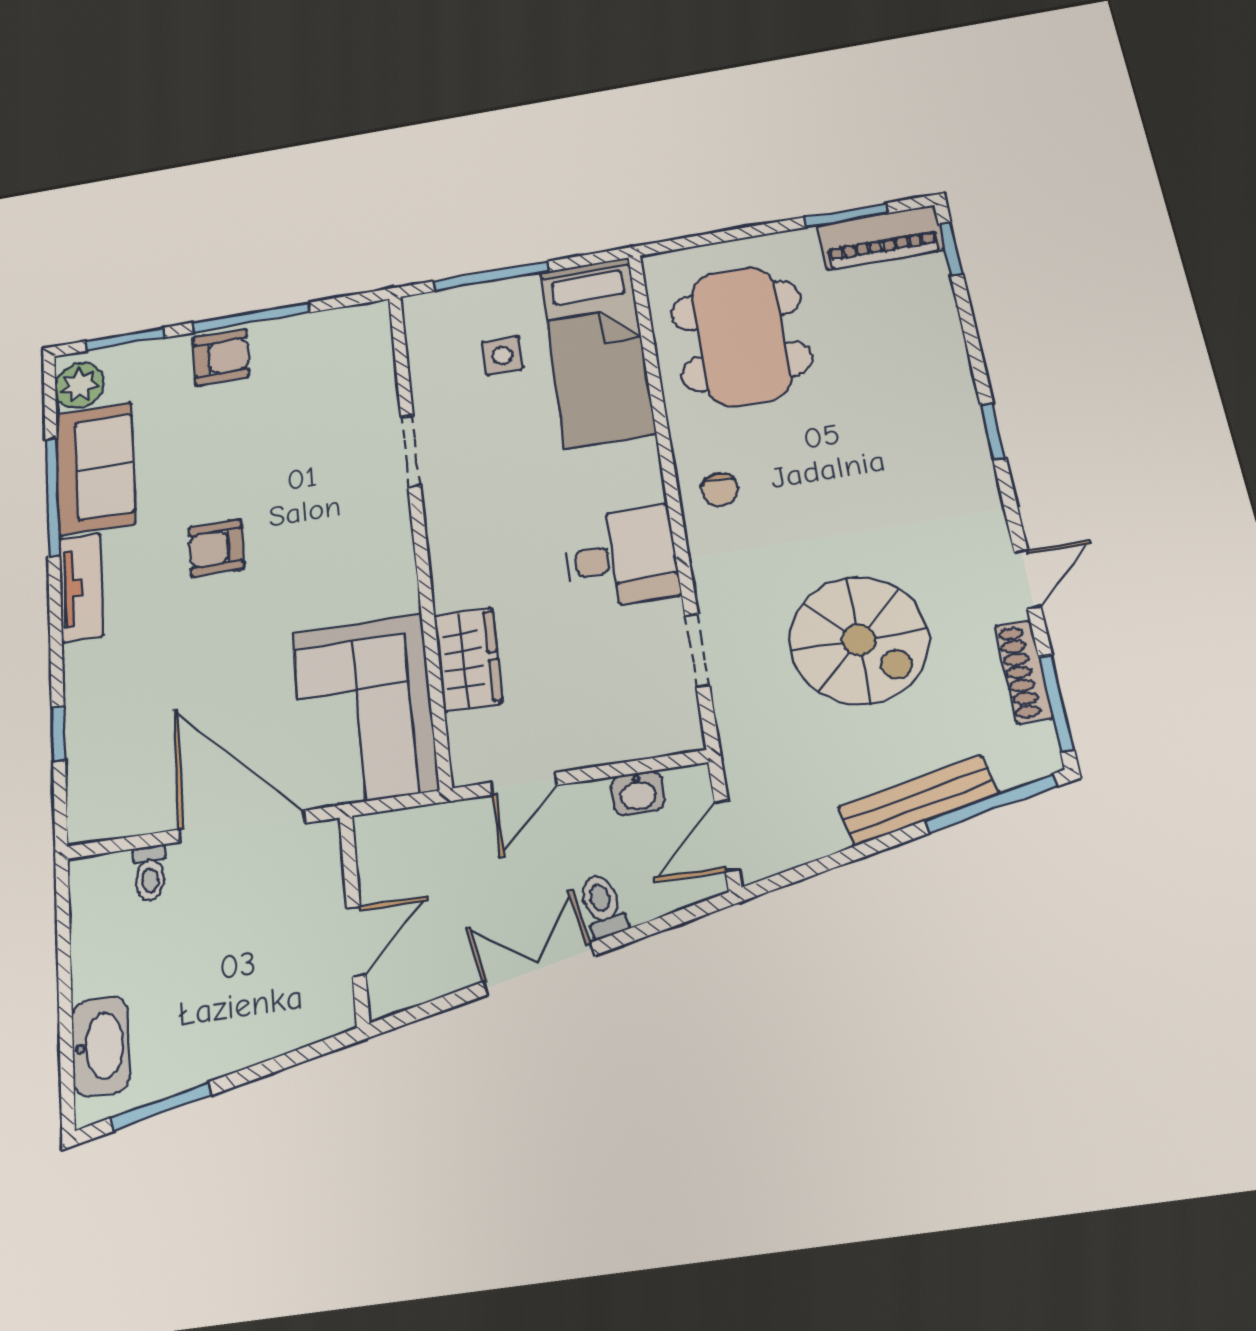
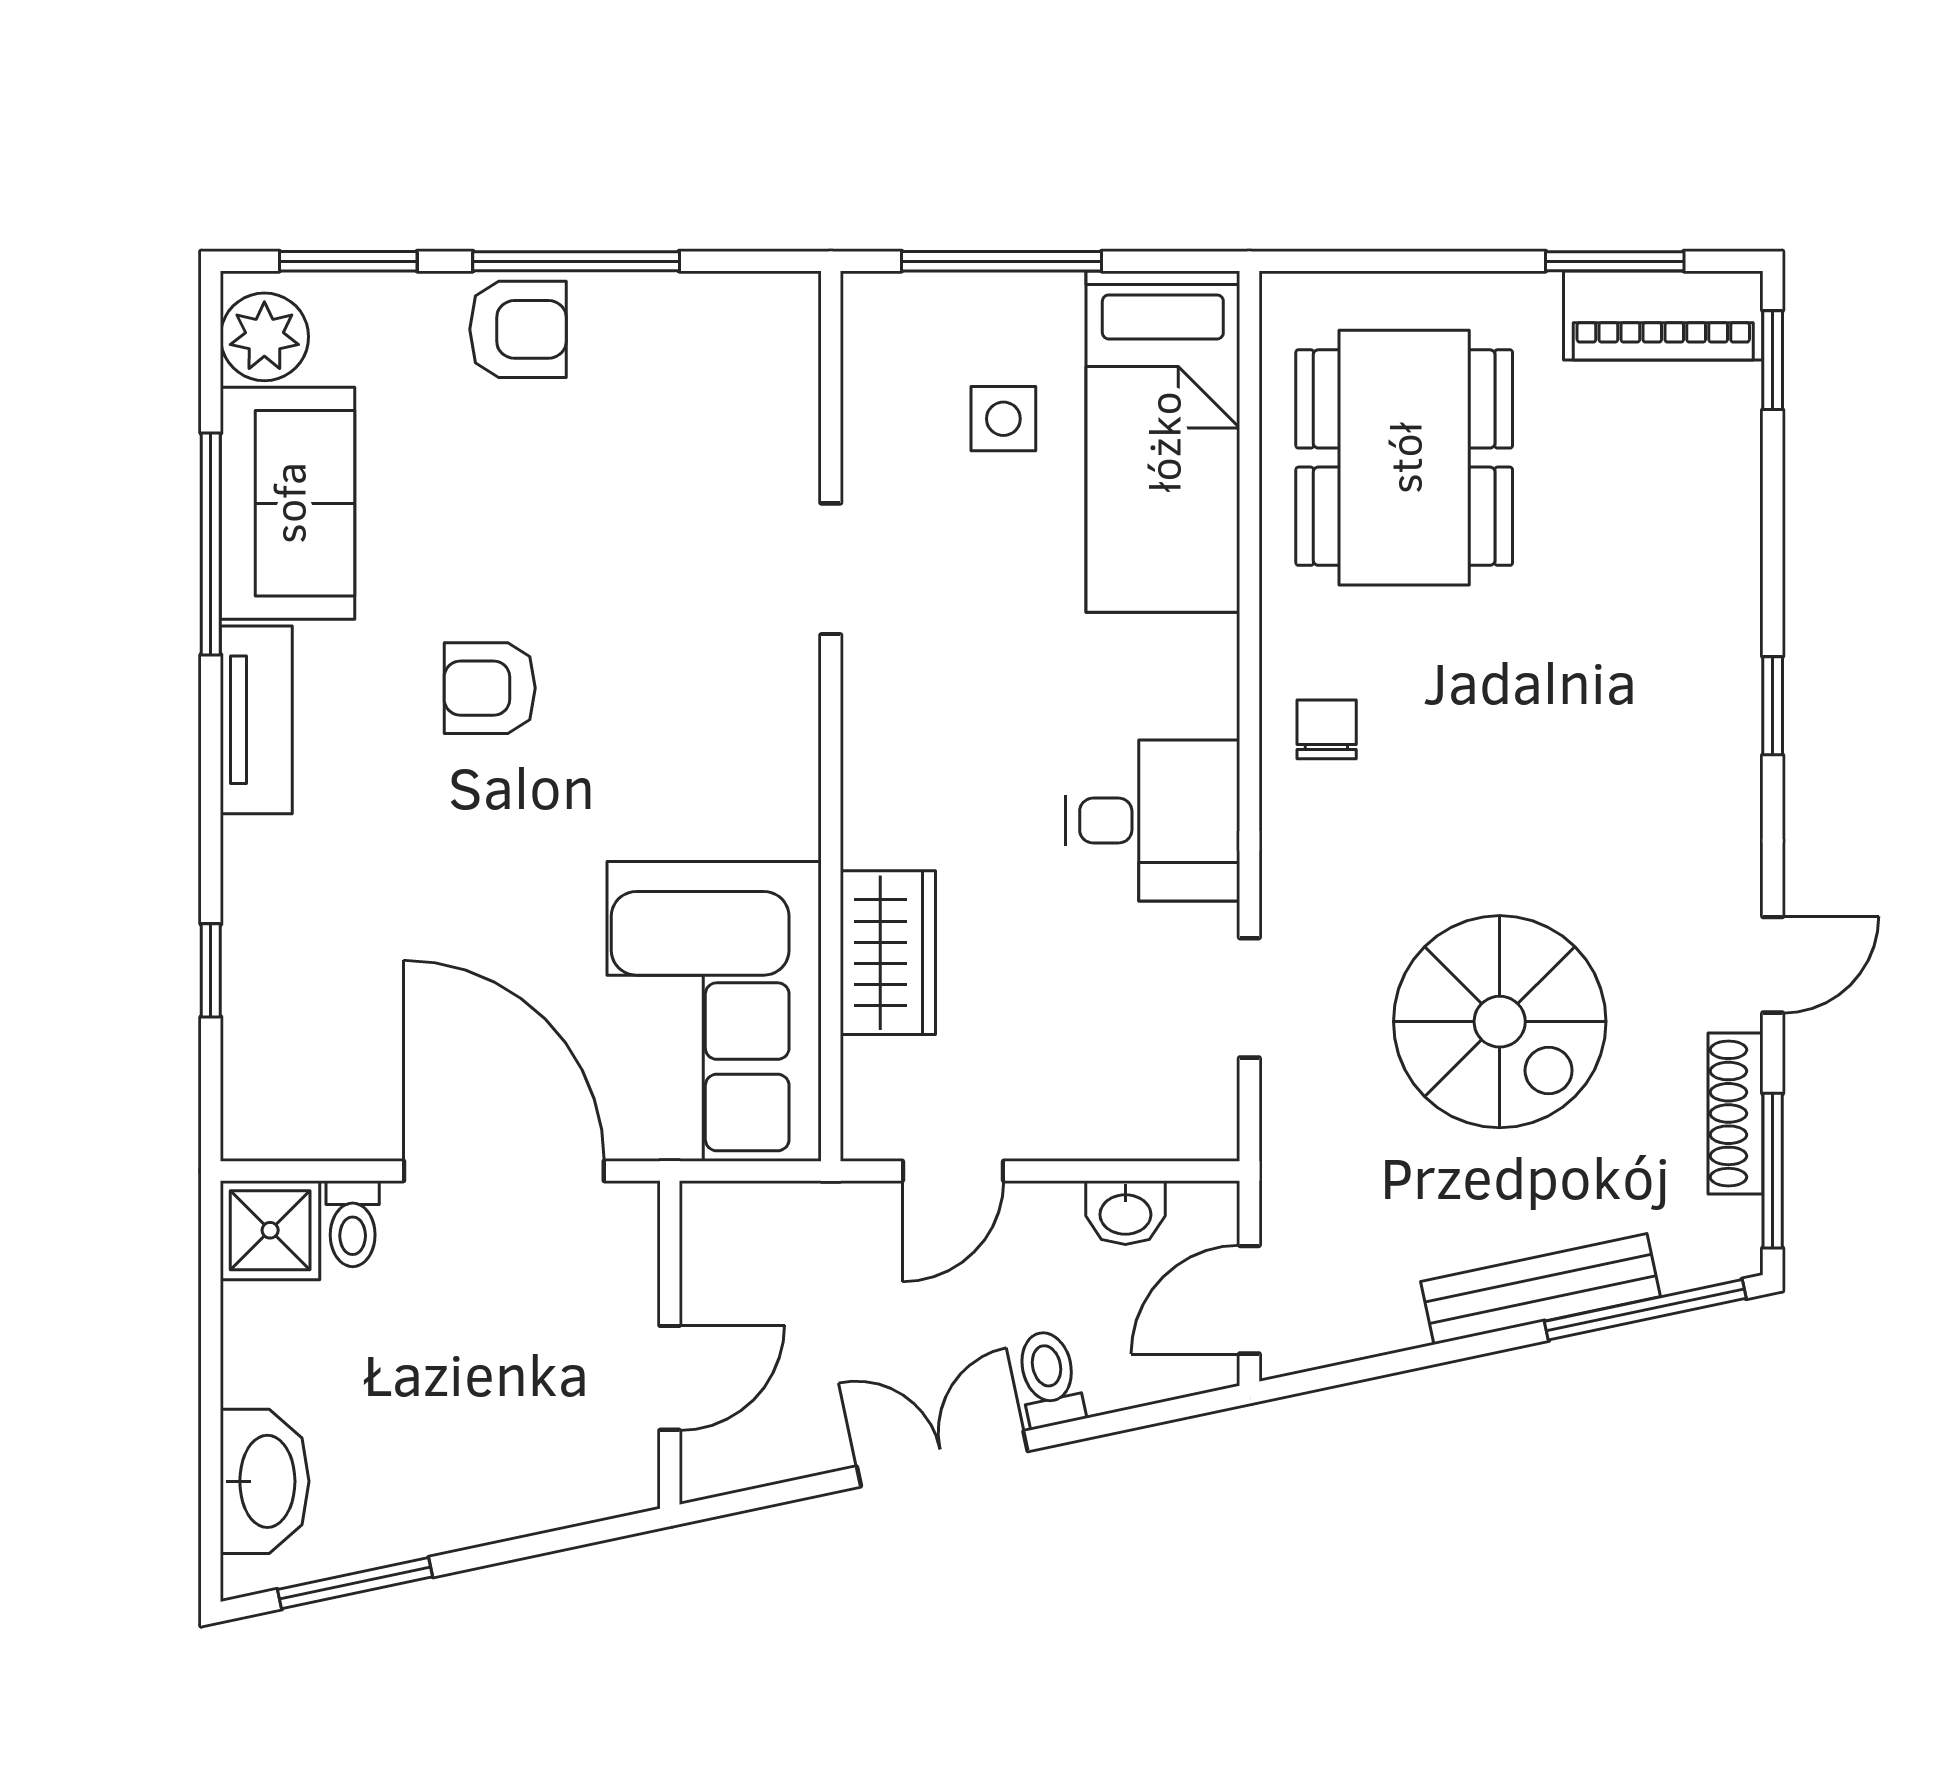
chair: (720, 489) -> (1327, 729), turned 180
shower: (99, 885) -> (270, 1230), added

